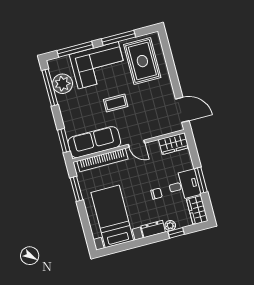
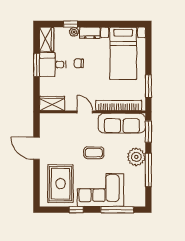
window: (119, 38) -> (76, 210), width x0.46
plant: (63, 84) -> (136, 157), moved
window: (50, 88) -> (148, 170), moved
door: (182, 110) -> (37, 148), moved

